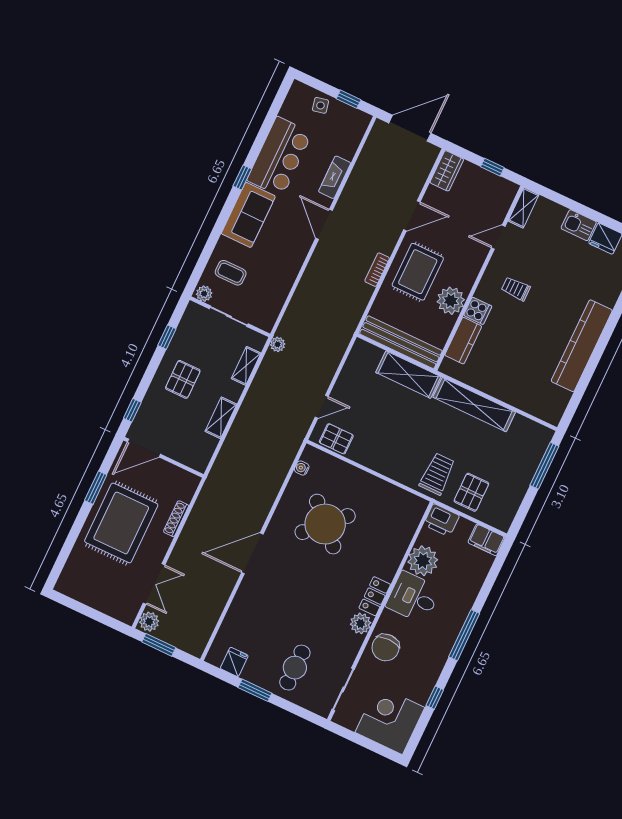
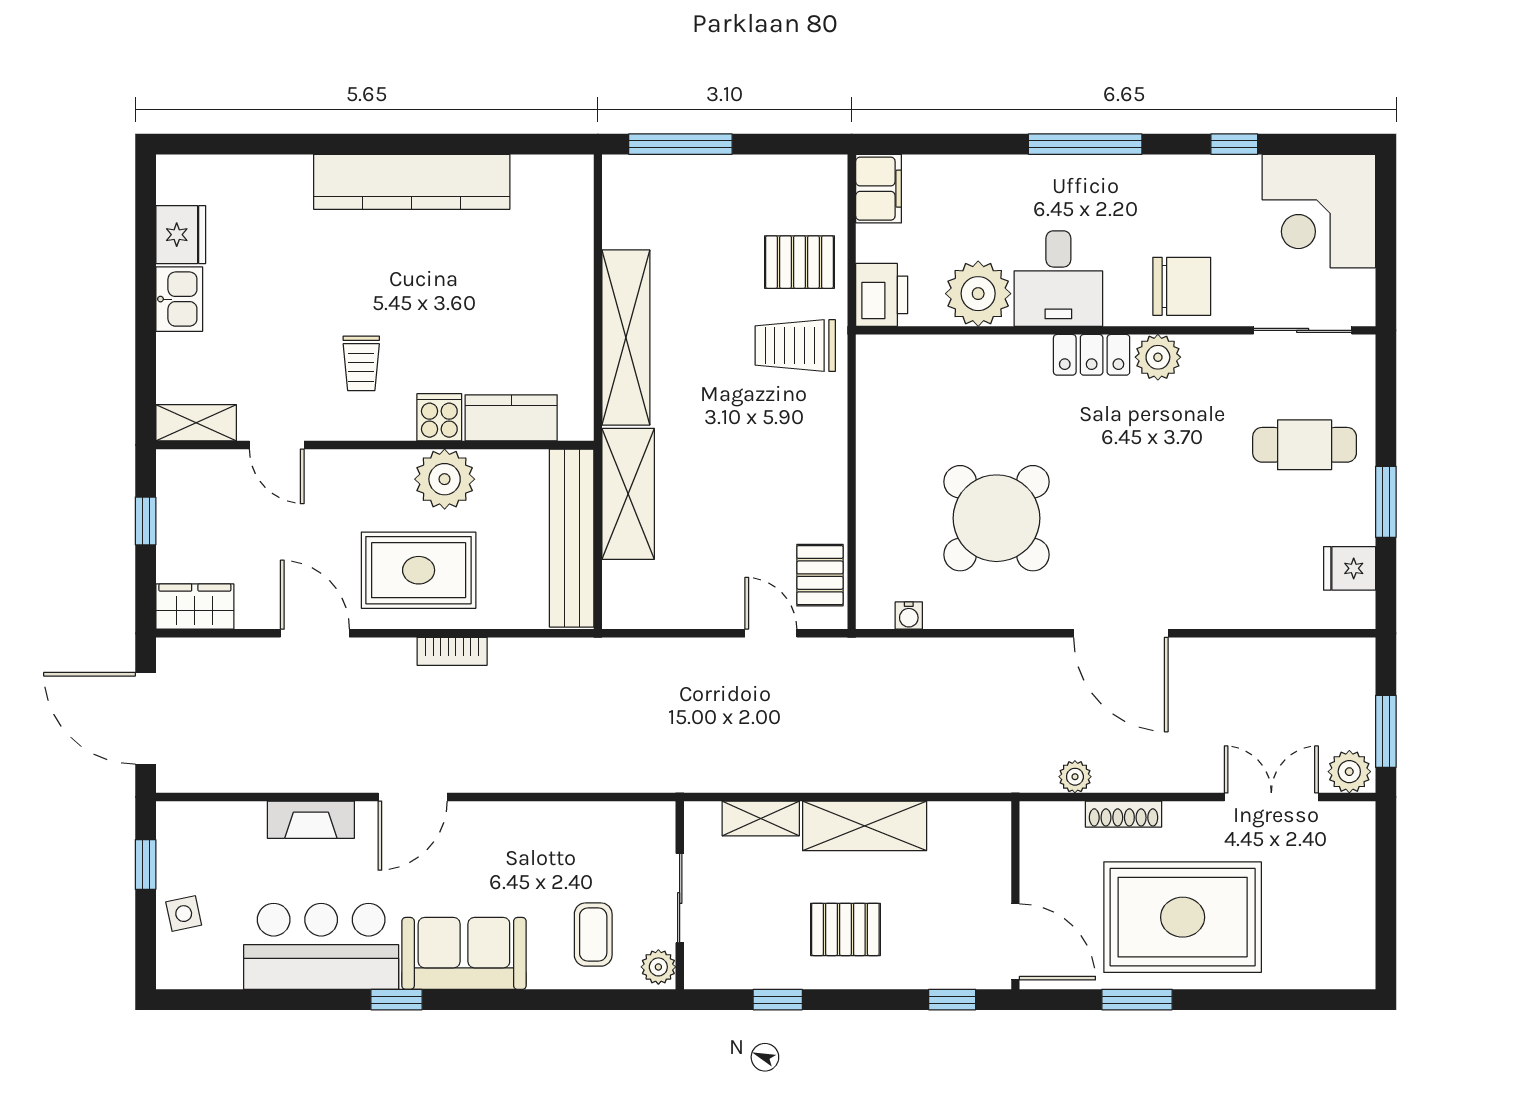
plant: (278, 344) -> (1075, 777), moved
shelving: (221, 418) -> (865, 826), width x1.50, depth x1.33

